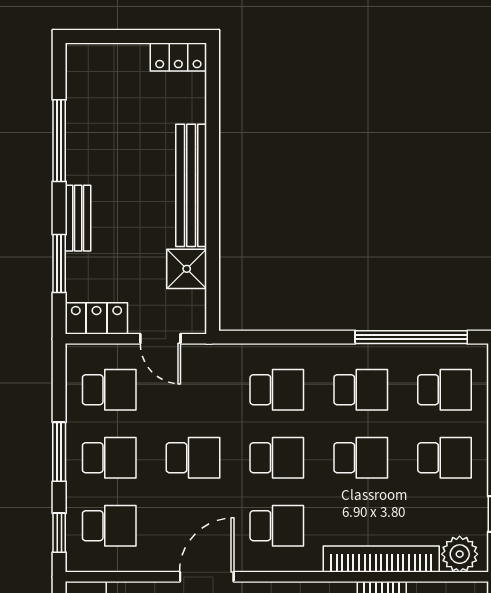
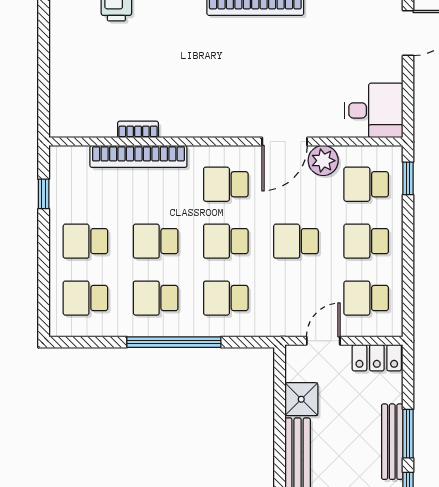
bench: (78, 218) -> (392, 442), width x1.36
window: (59, 263) -> (408, 434), moved
window: (411, 337) -> (174, 342), moved
door: (160, 339) -> (323, 341), hinge flipped
window: (59, 452) -> (408, 246), removed
plant: (460, 554) -> (323, 161), moved

